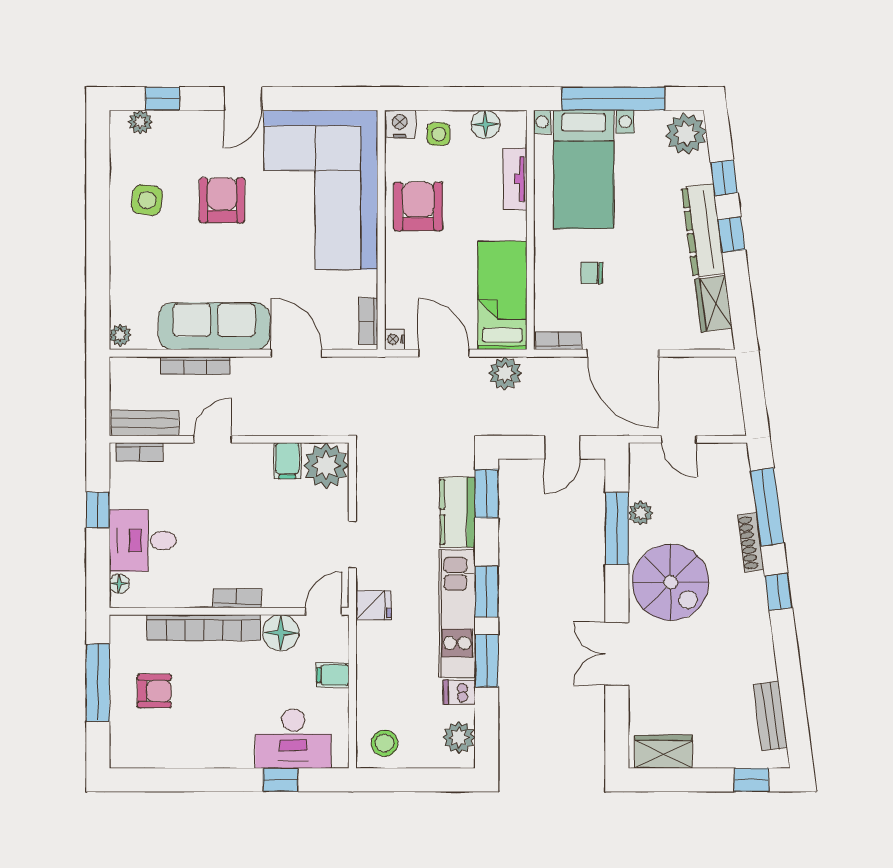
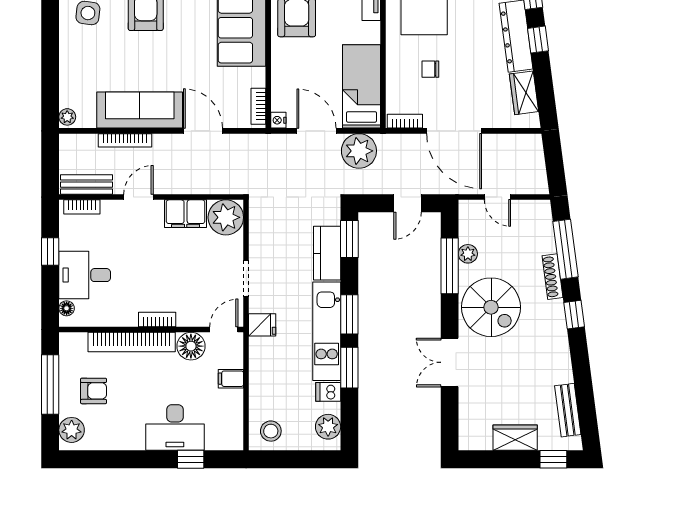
plant: (505, 373) -> (359, 151), width x1.36, depth x1.36
filing cabinet: (287, 461) -> (186, 214), width x2.00
desk: (293, 739) -> (175, 428), moved
plant: (126, 742) -> (72, 430), added
wardrobe: (663, 752) -> (515, 438), moved

